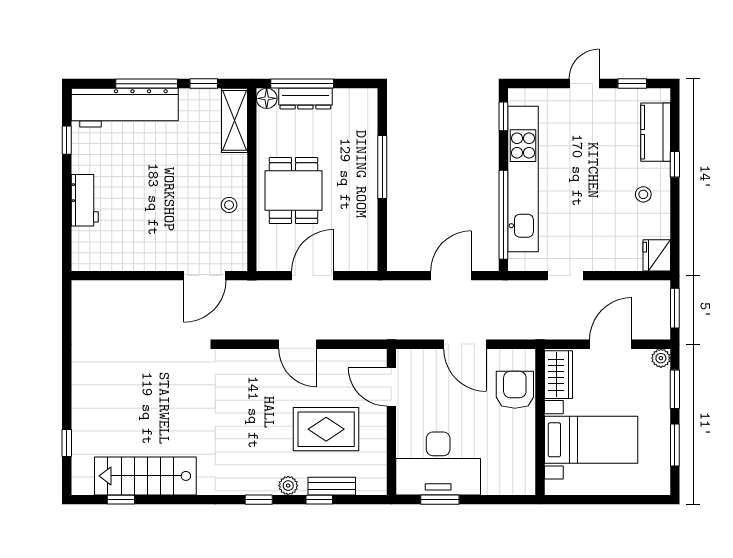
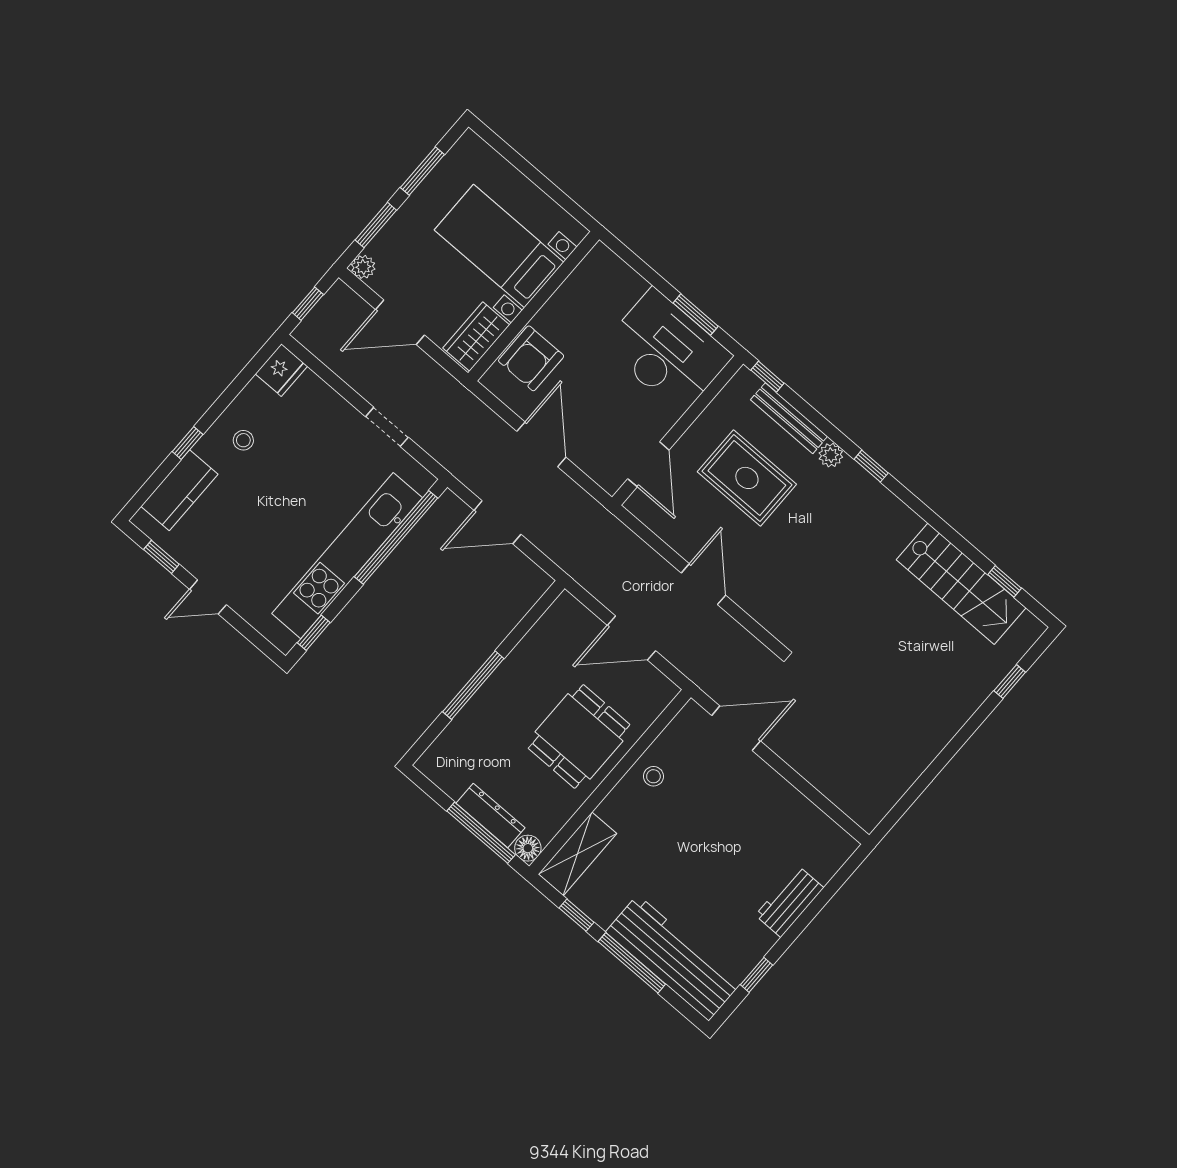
window: (675, 308) -> (308, 304), width x0.67
bench: (332, 486) -> (789, 418), width x1.36
window: (319, 500) -> (767, 377), moved

